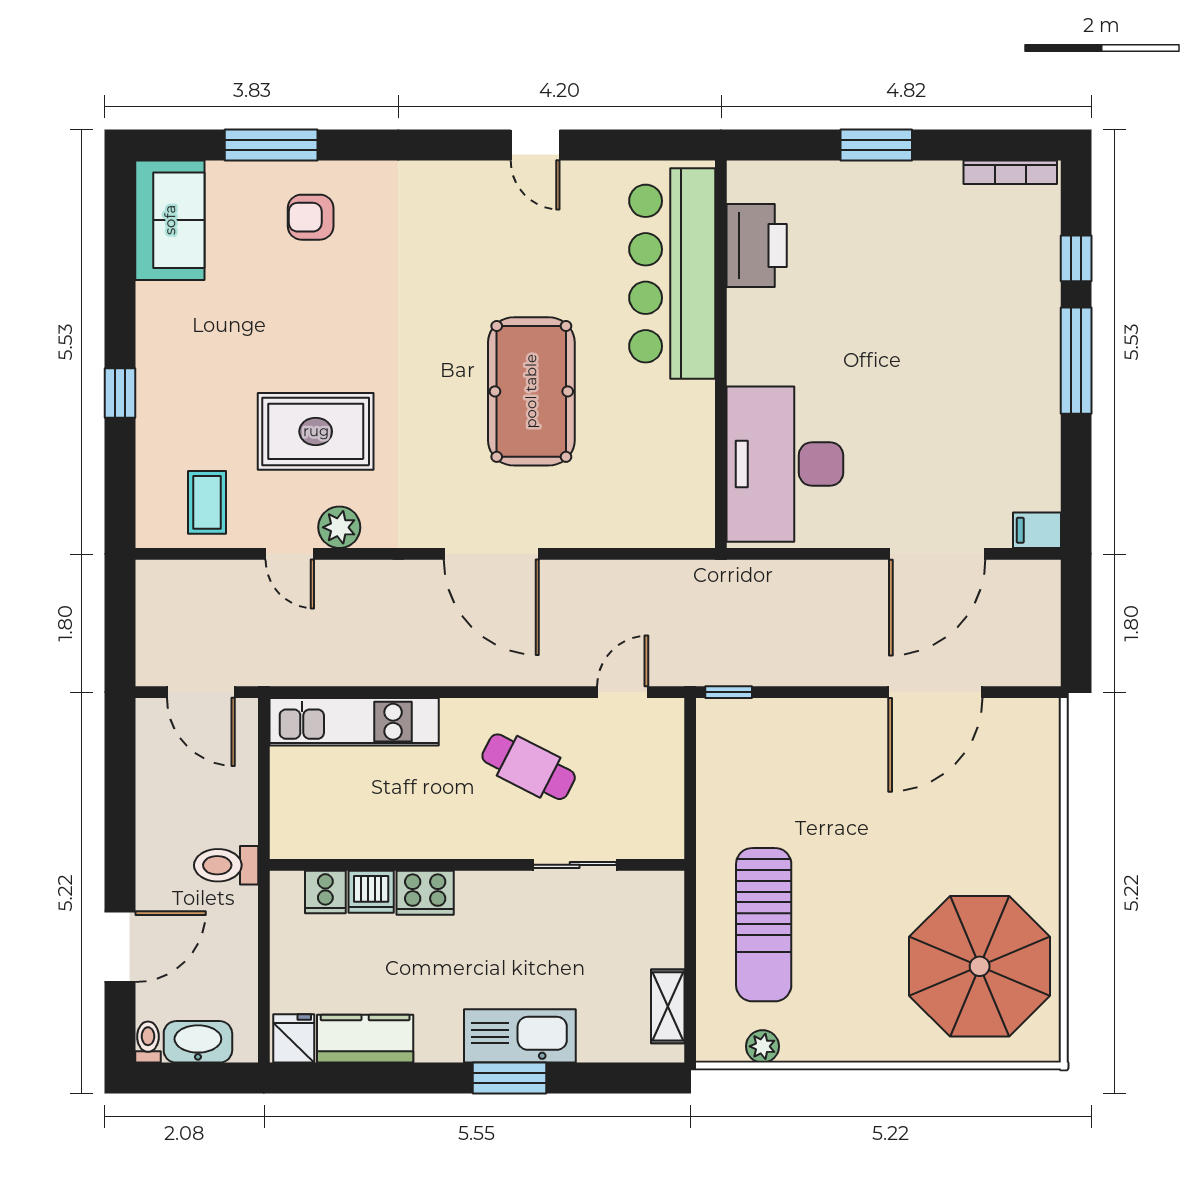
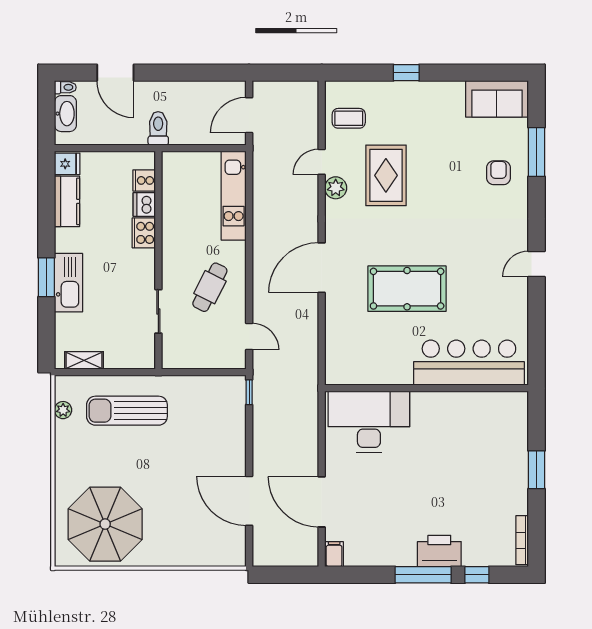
door: (535, 145) -> (536, 264), moved
printer: (757, 245) -> (439, 551), moved, turned 180

